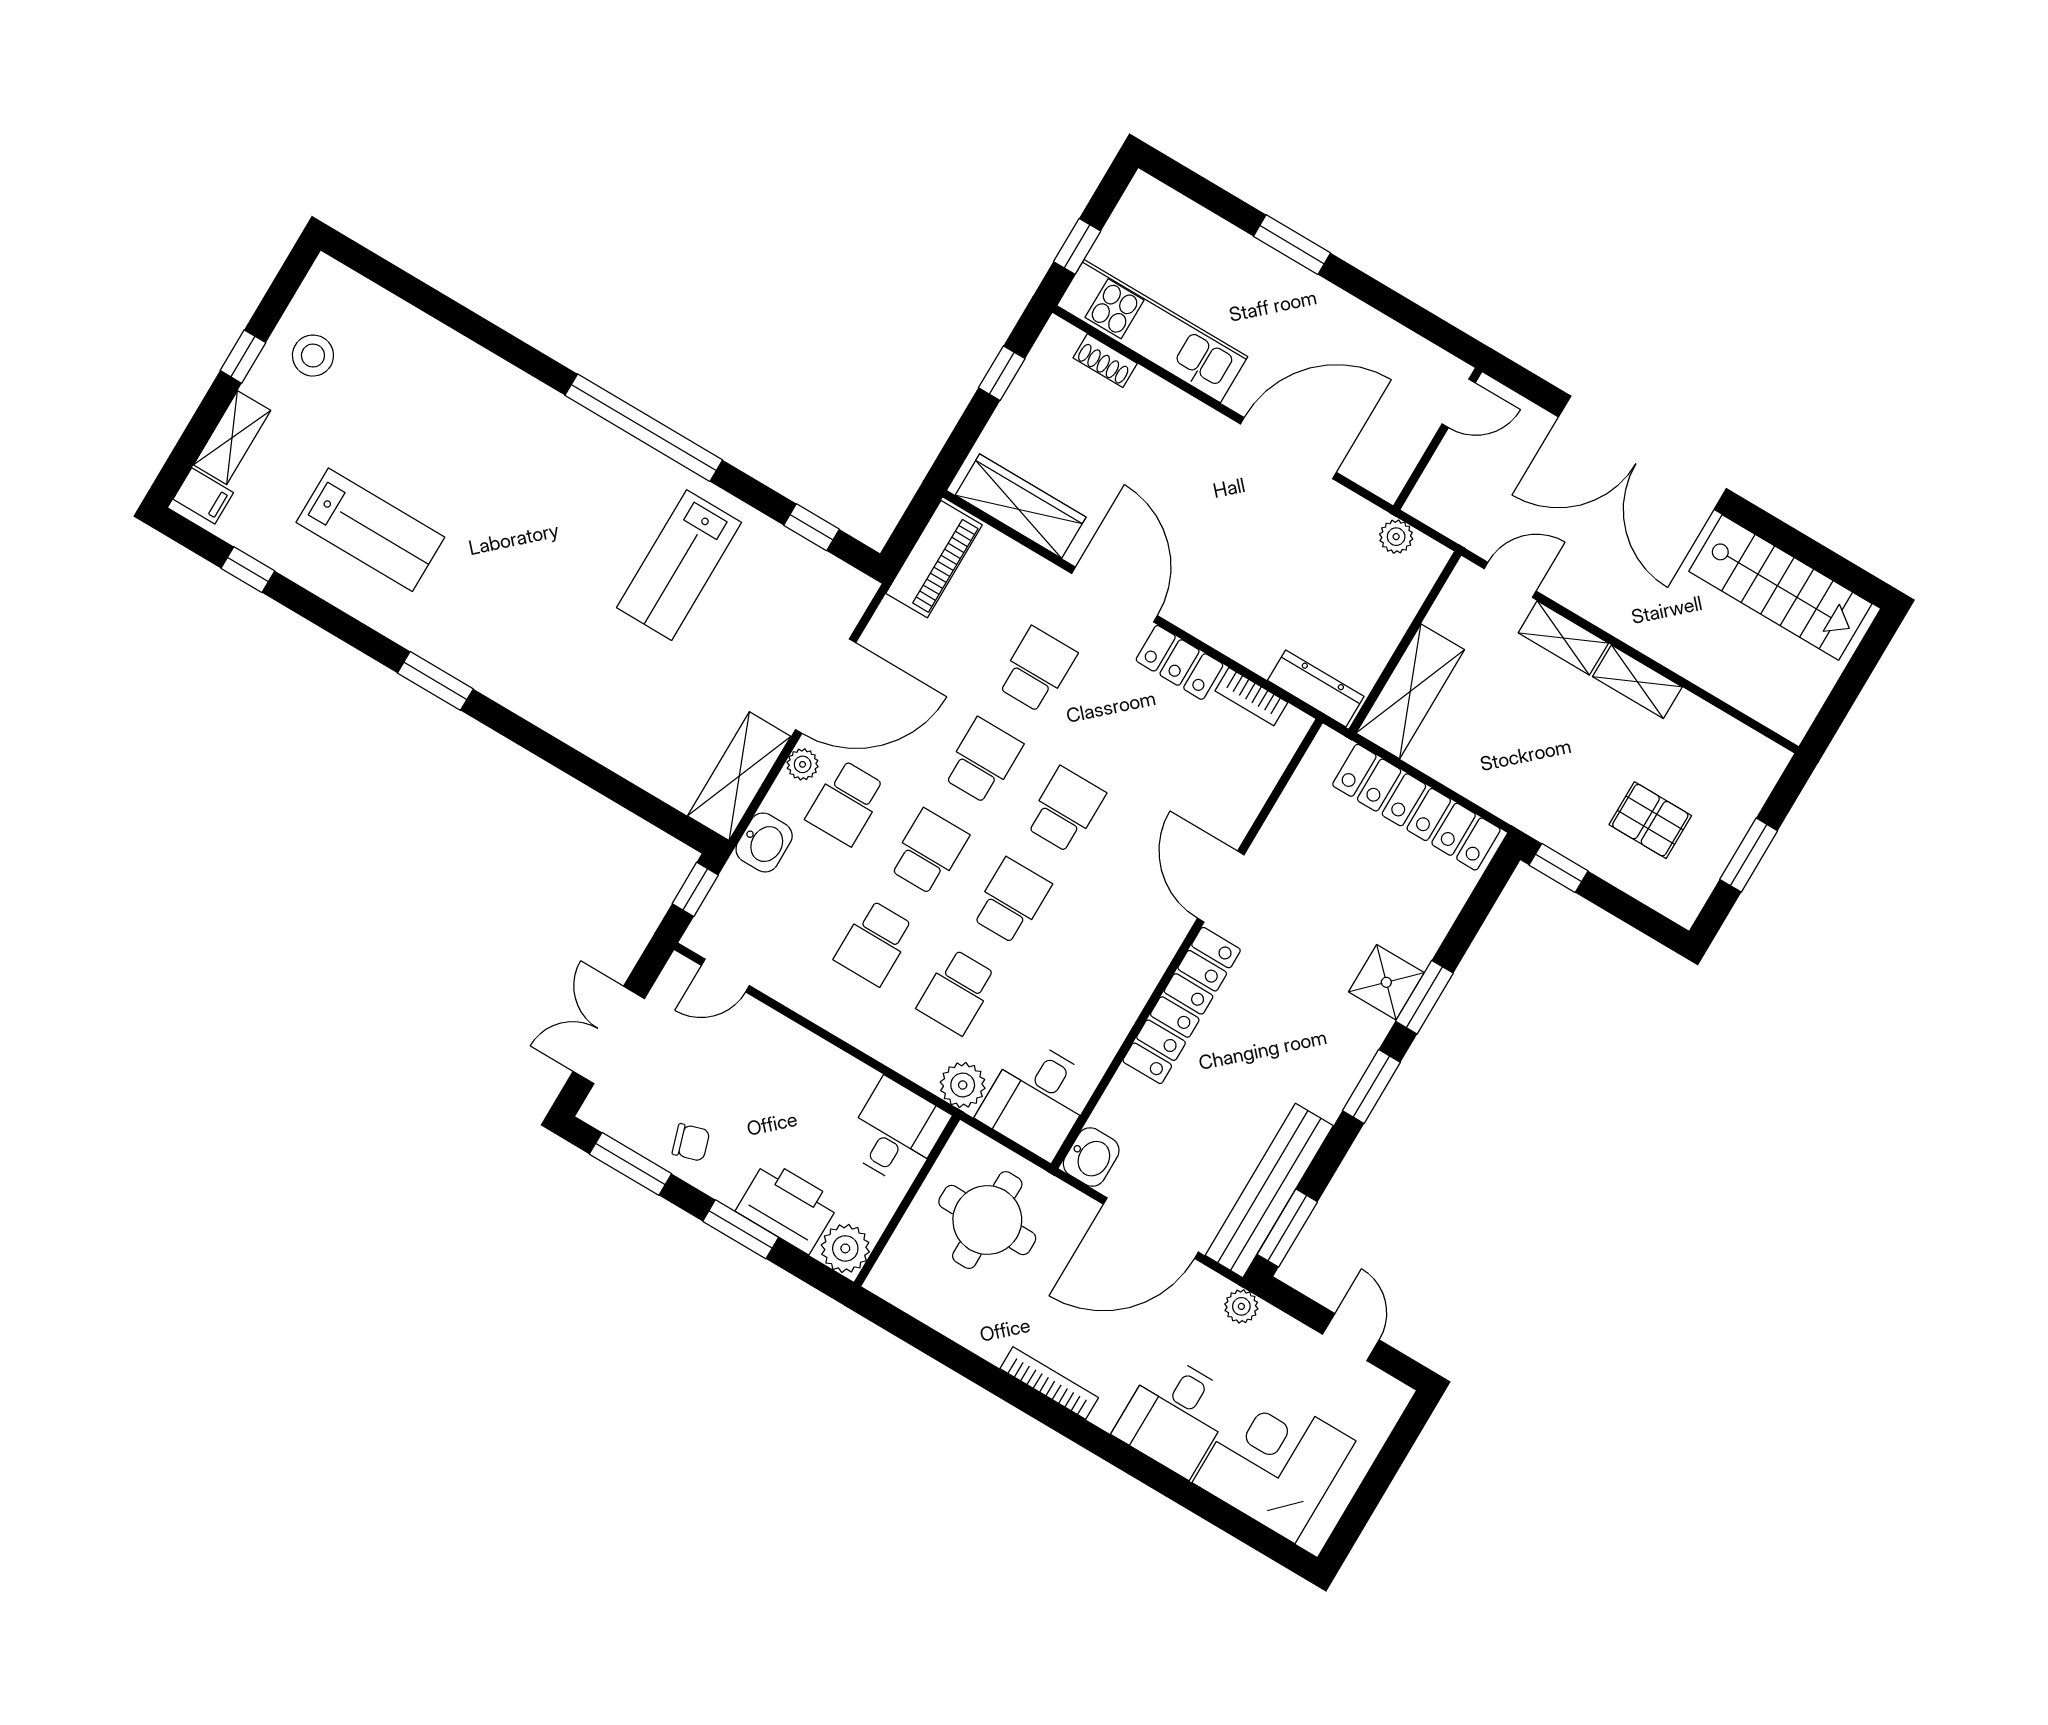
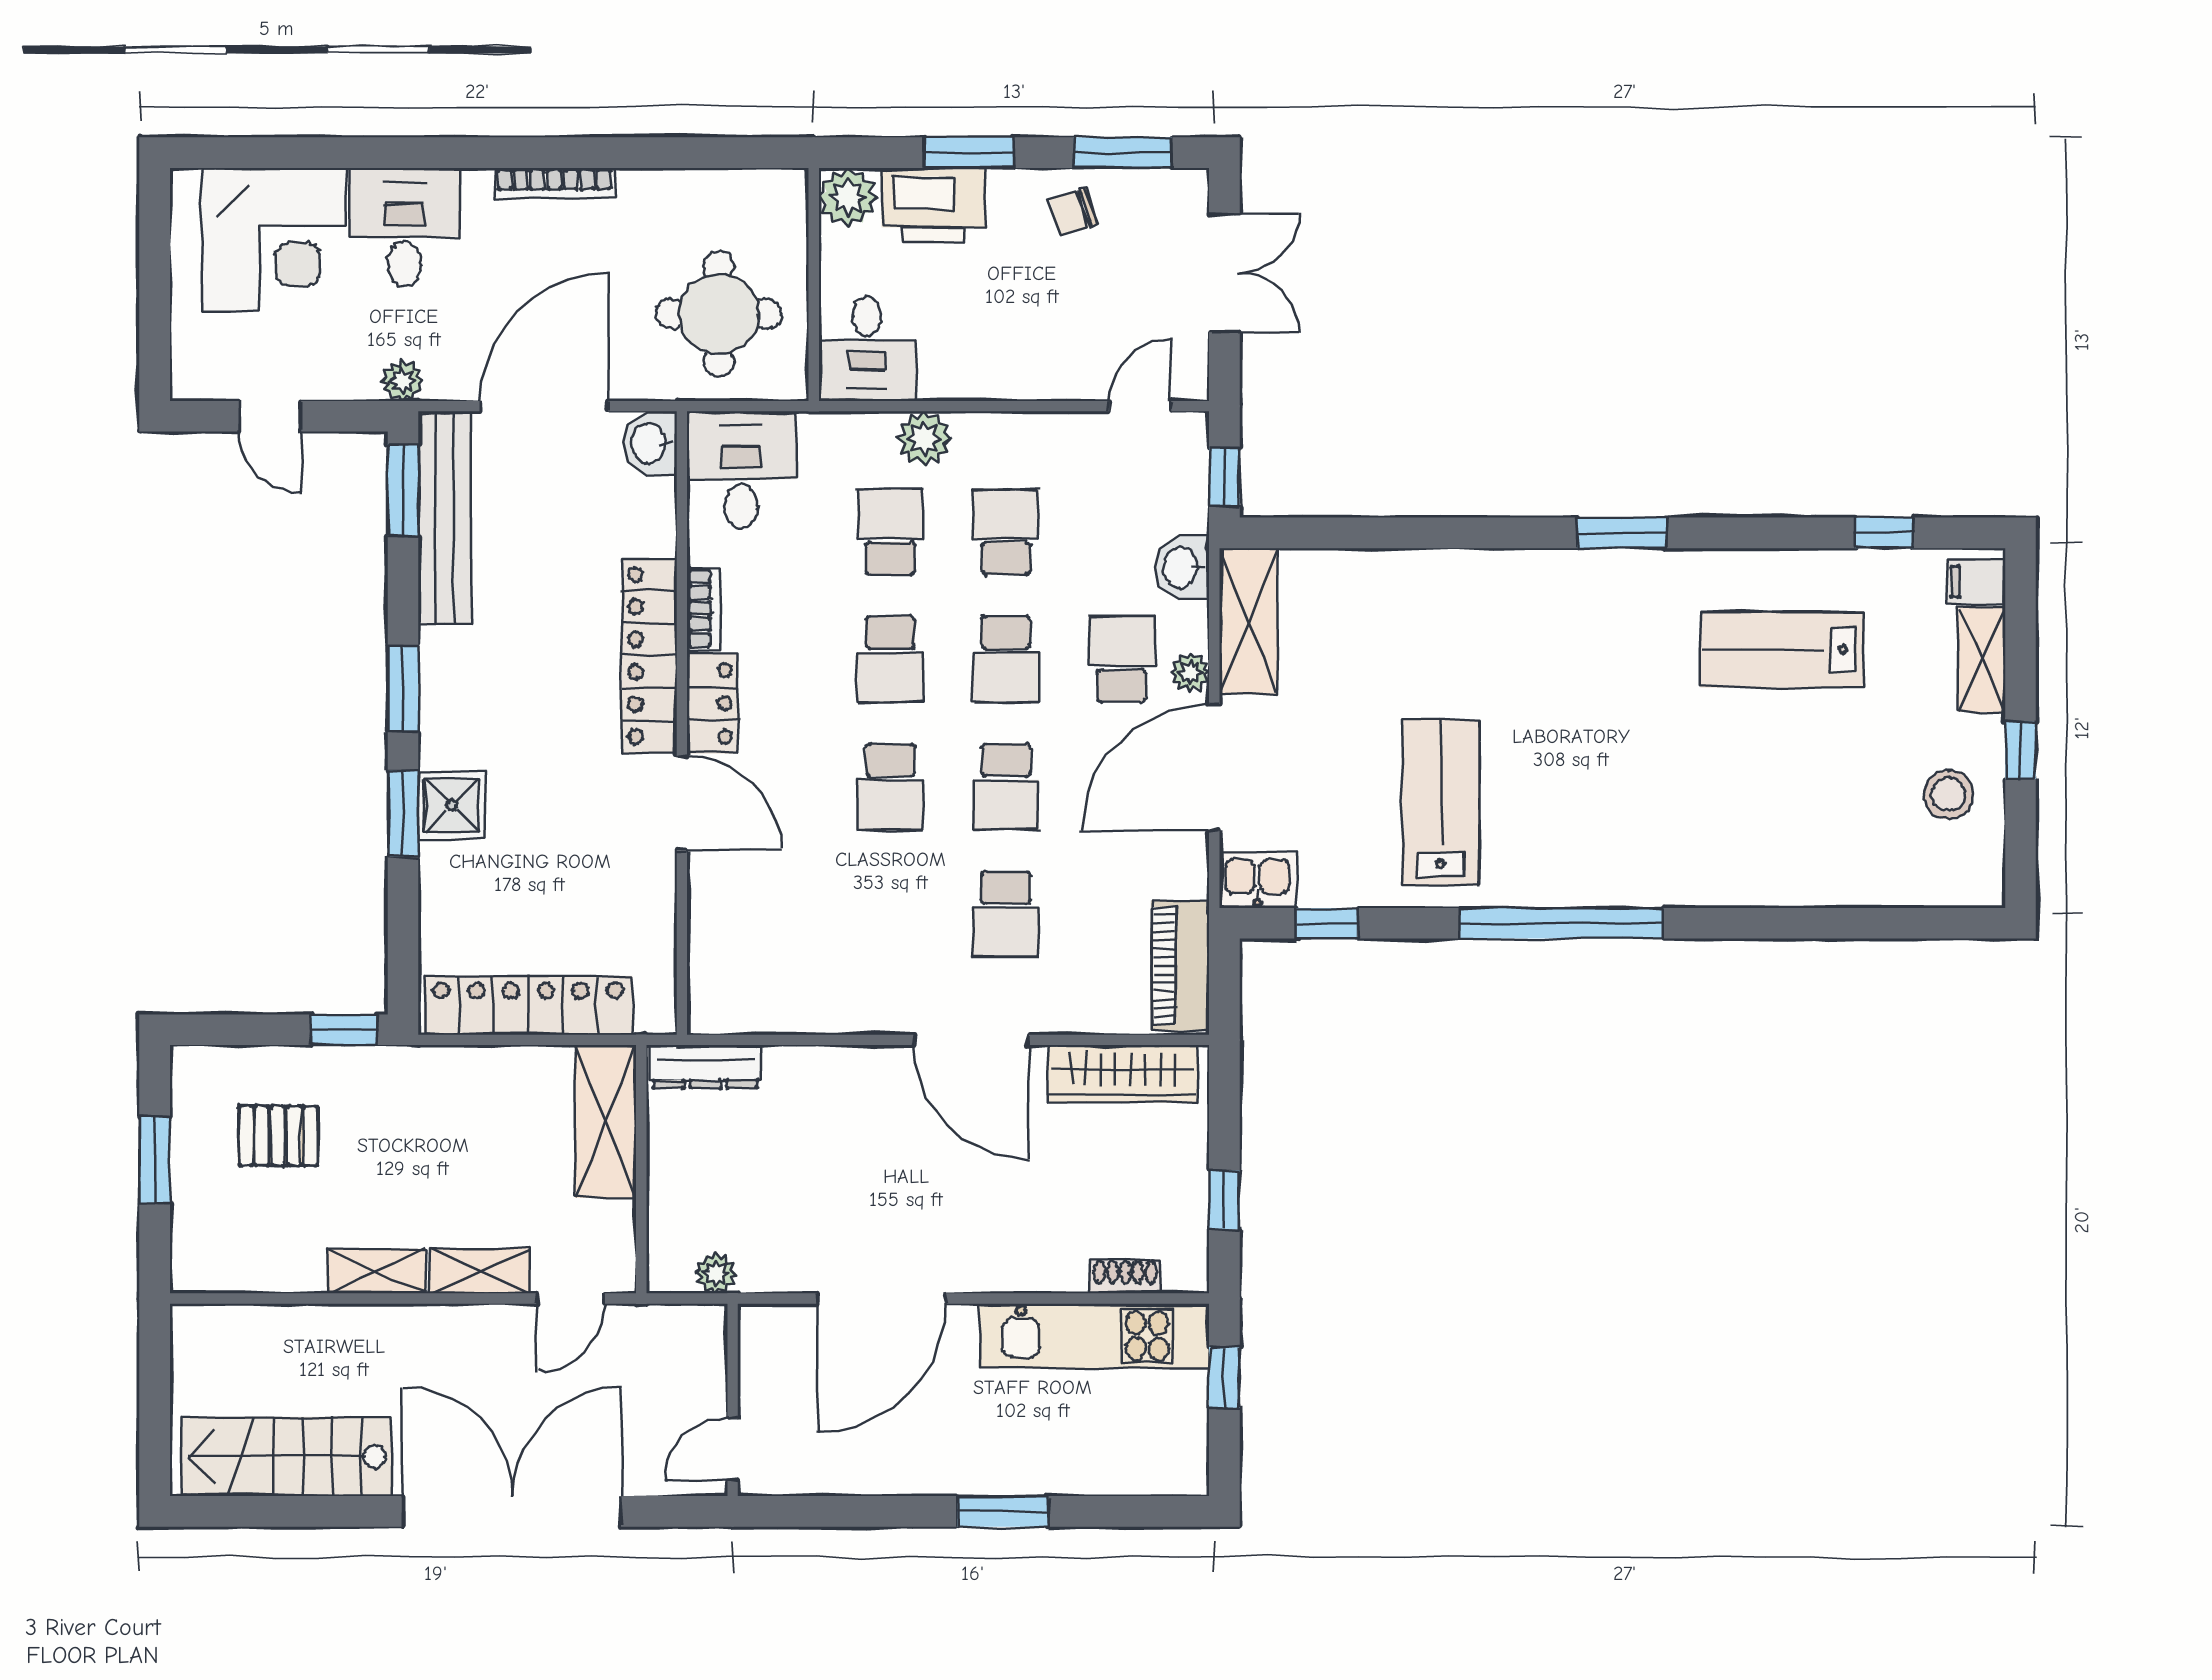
kitchen sink: (843, 587) -> (1257, 880), added
locker: (1180, 662) -> (712, 704), moved, turned 90
bookcase: (1251, 697) -> (703, 608), moved, turned 90
plant: (963, 1085) -> (924, 439), moved

